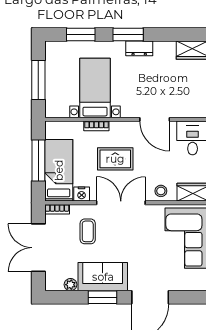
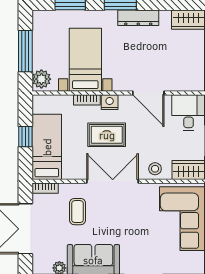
dresser: (139, 48) -> (138, 18), width x1.44
plant: (54, 106) -> (41, 79), added
window: (38, 161) -> (25, 137), width x0.46
nightstand: (82, 194) -> (110, 102), moved, turned 180

